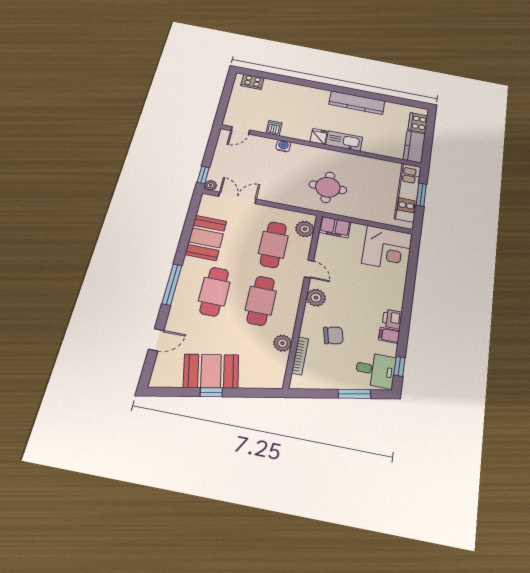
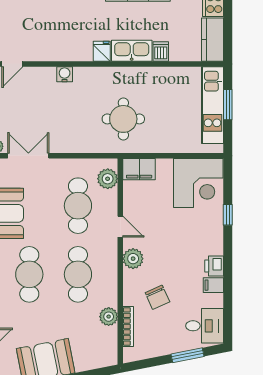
dishwasher: (274, 128) -> (161, 51), moved
chair: (333, 335) -> (157, 297), turned 79
window: (399, 366) -> (228, 215), moved

